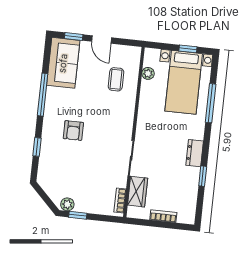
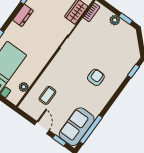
window: (43, 95) -> (91, 129), moved
window: (37, 147) -> (133, 71), moved
plant: (67, 204) -> (115, 20), moved

